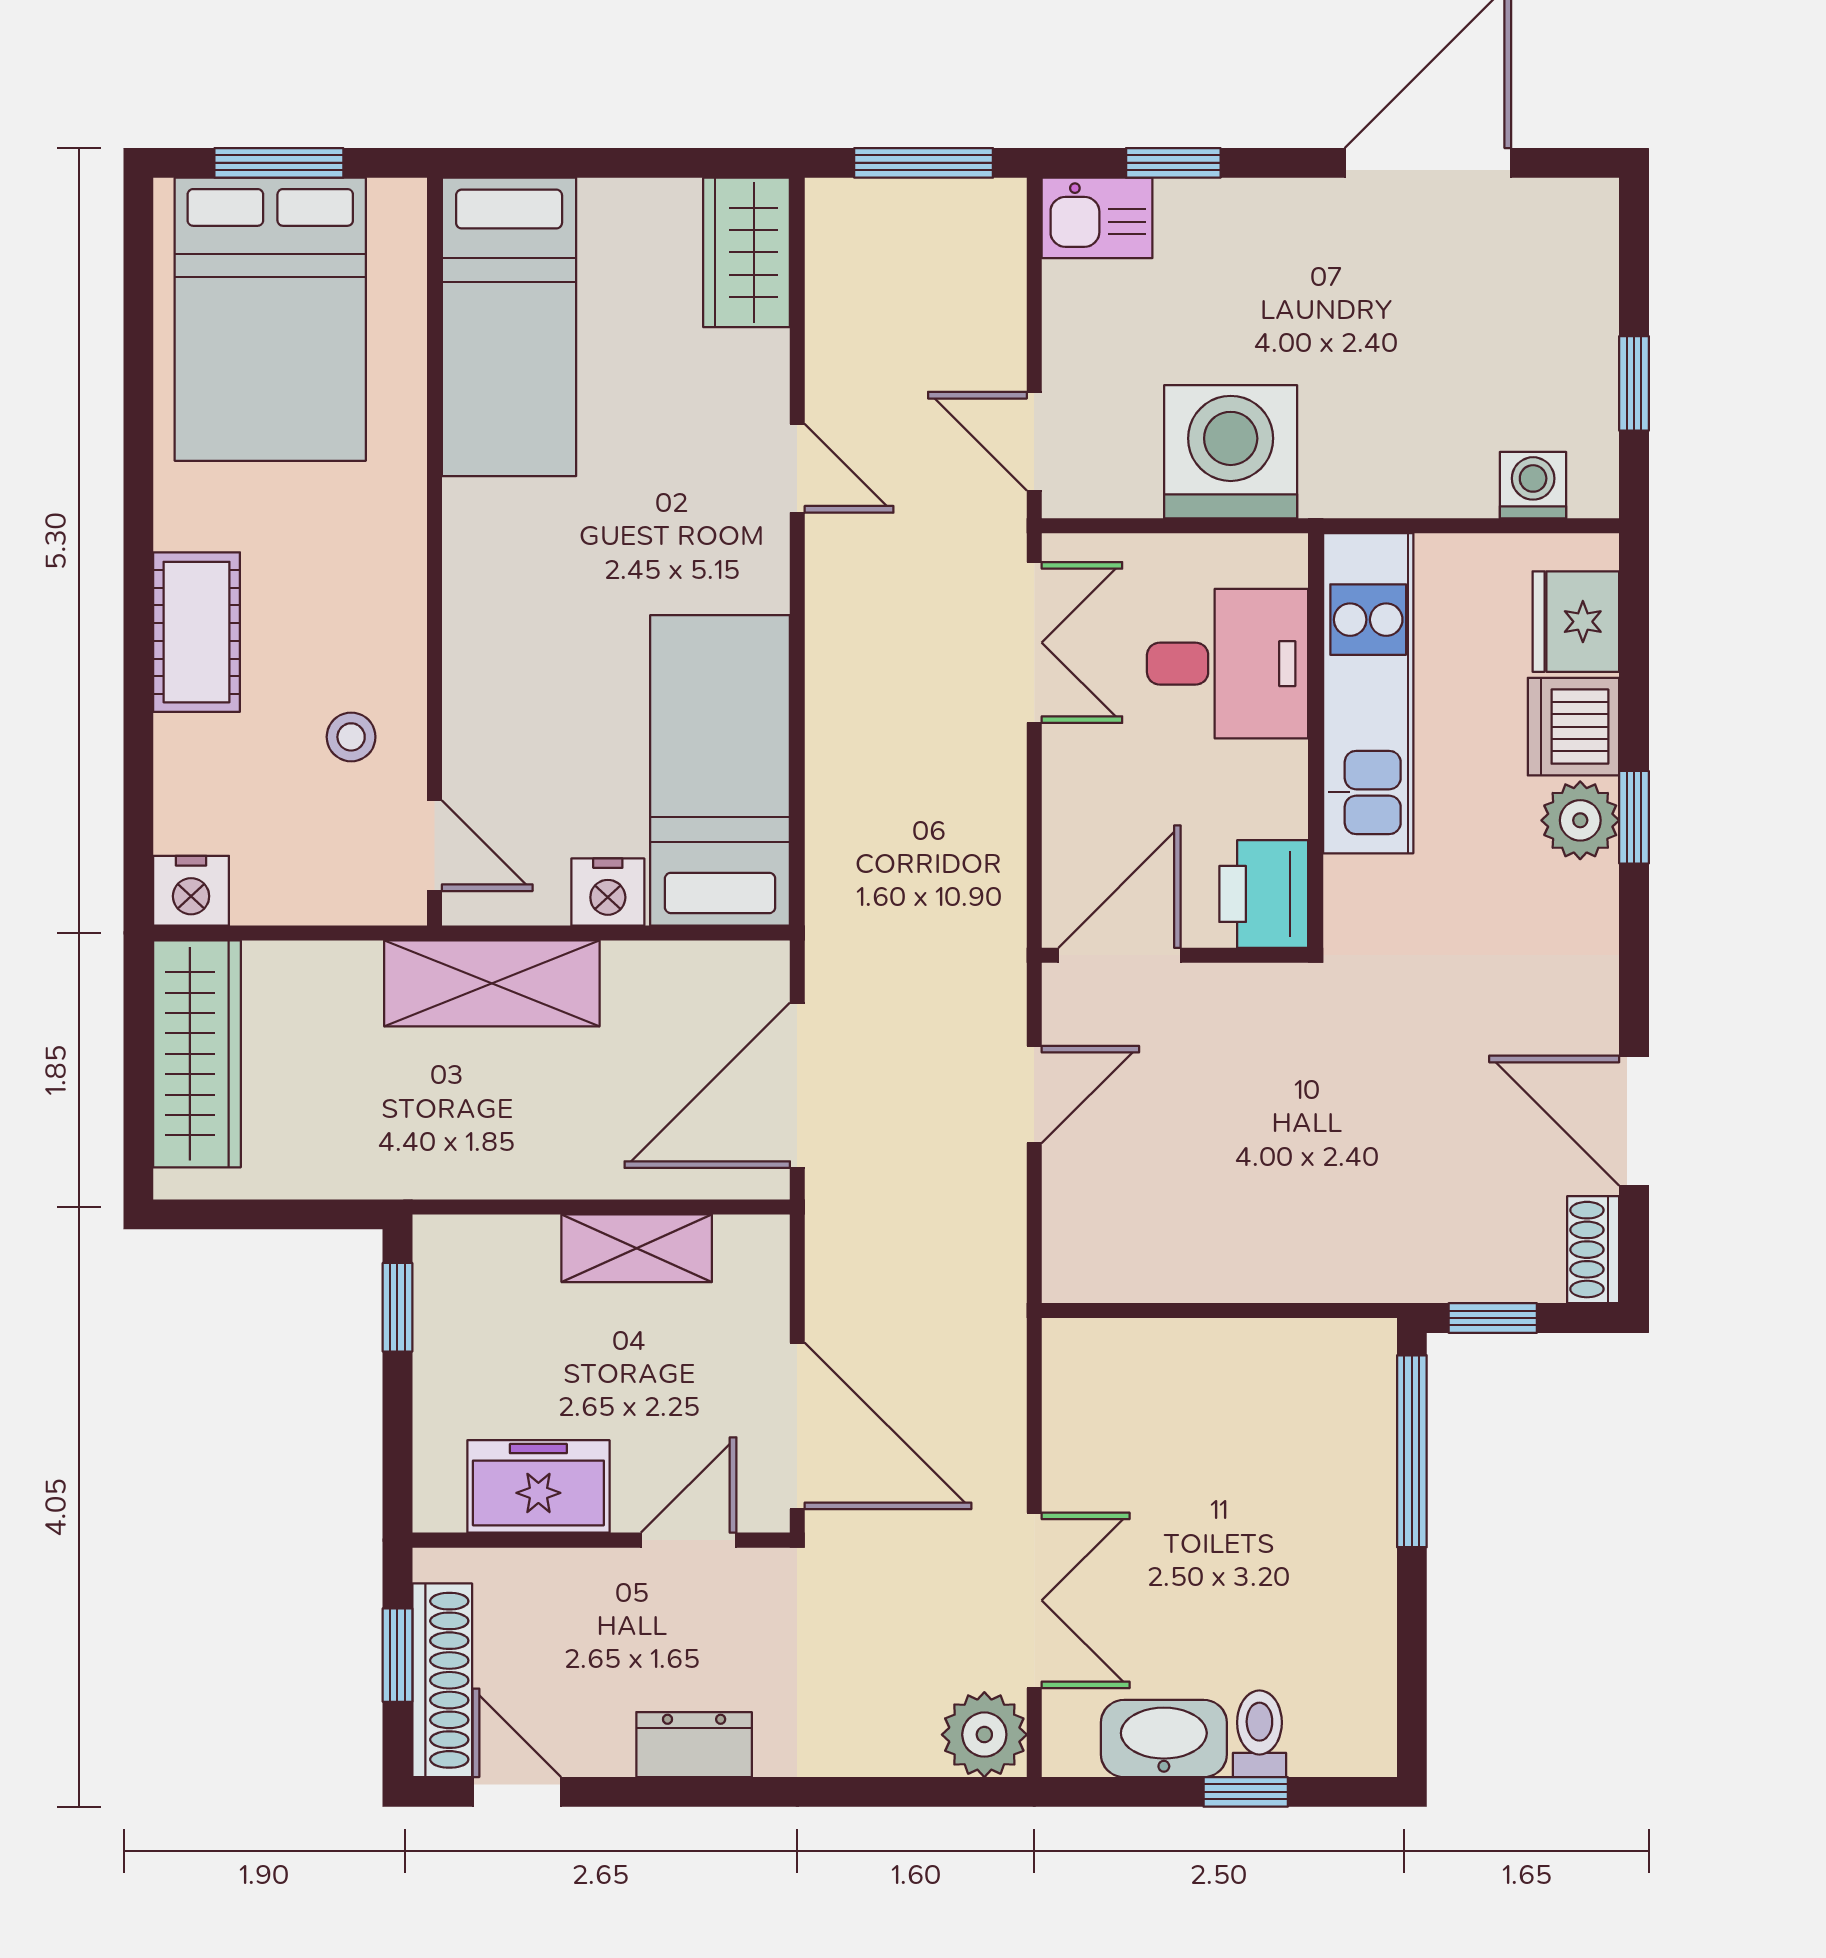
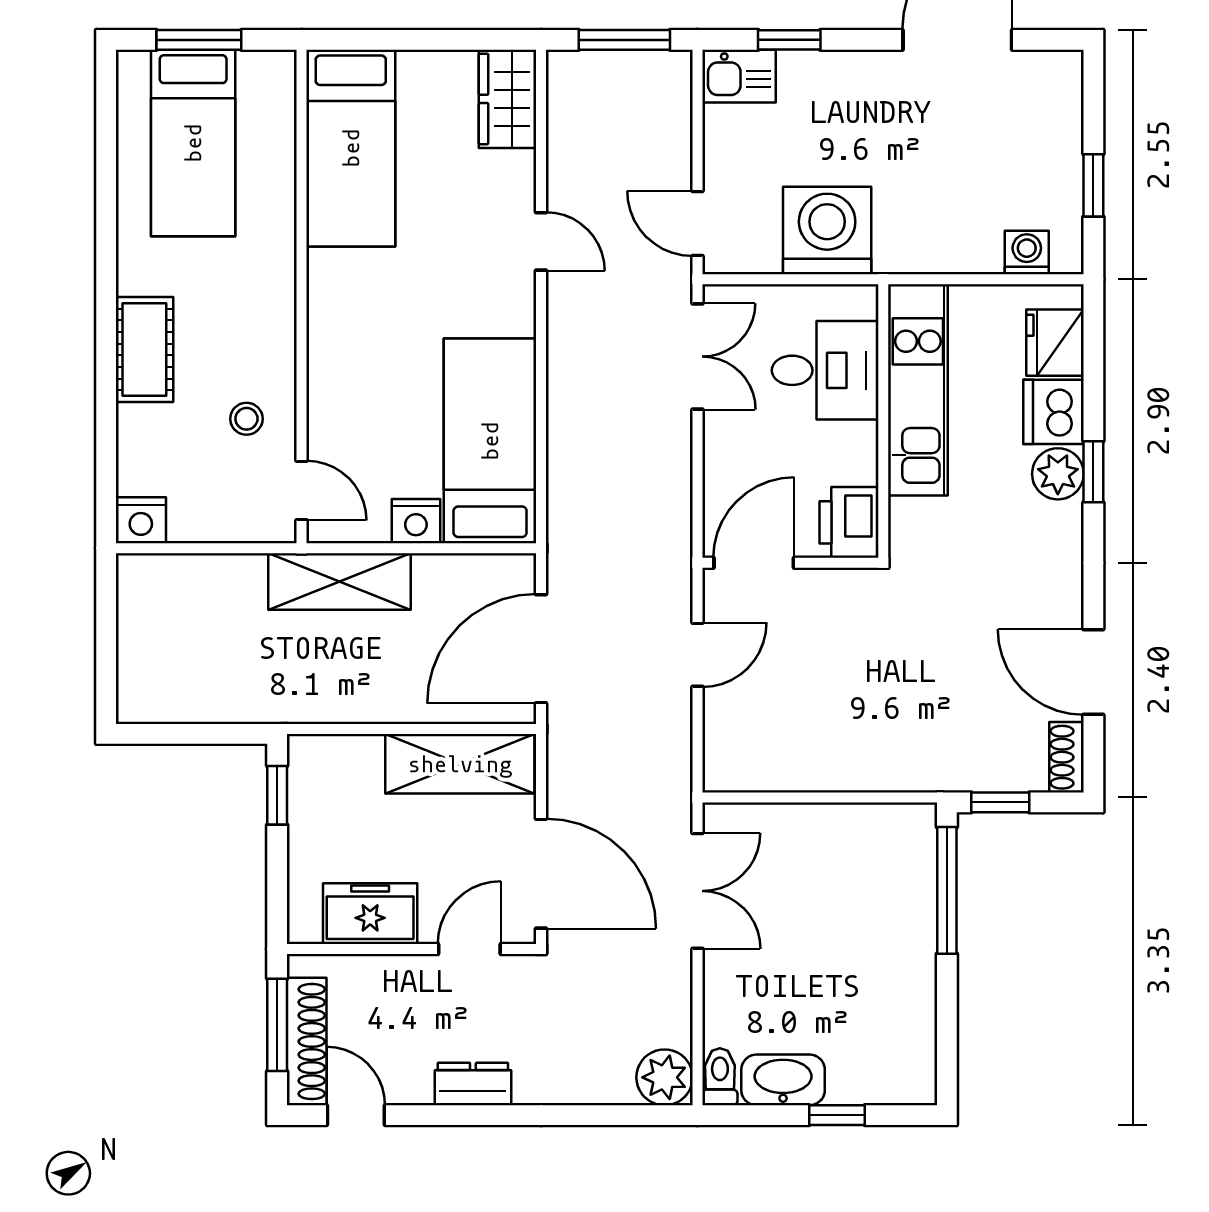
bed: (270, 319) -> (193, 143), width x0.67
wardrobe: (197, 1054) -> (145, 628), removed
shelving: (637, 1248) -> (460, 764), width x1.50, depth x1.33
double door: (1034, 1600) -> (697, 891), moved
window: (397, 1655) -> (277, 1025), width x1.50
toilet: (1259, 1734) -> (720, 1077), moved

